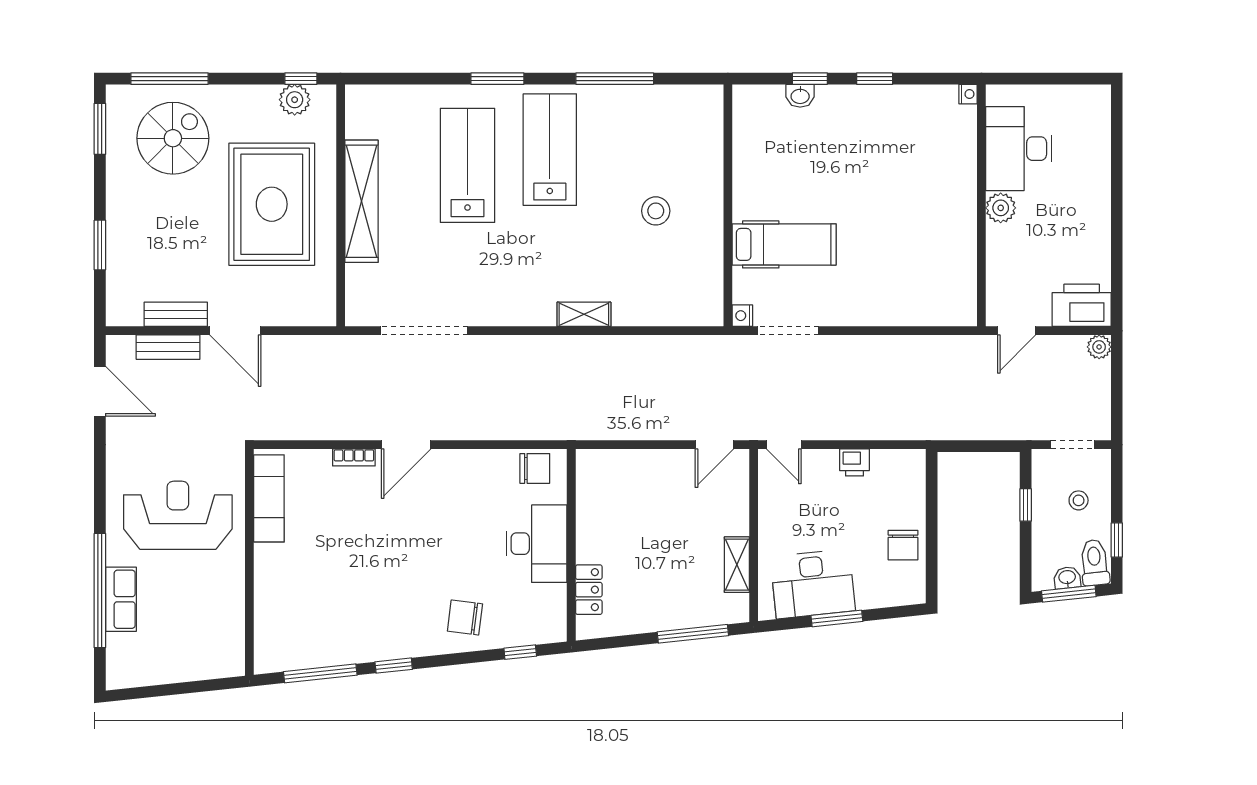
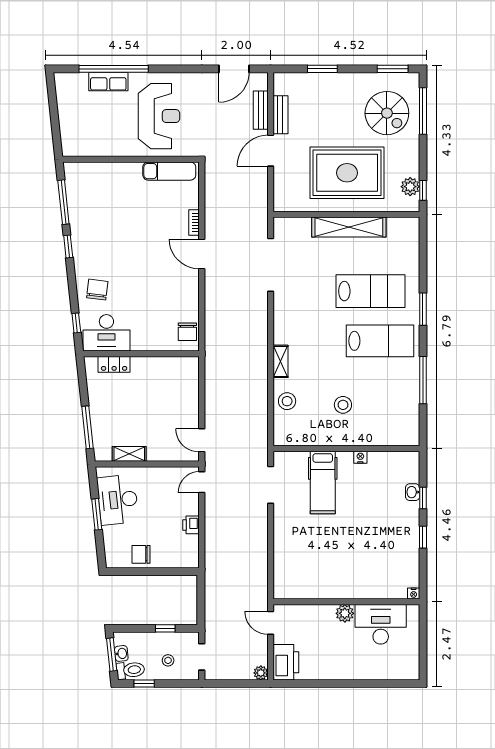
stool: (650, 303) -> (287, 401), added
nightstand: (742, 316) -> (360, 457), moved
desk: (537, 544) -> (106, 333), moved

